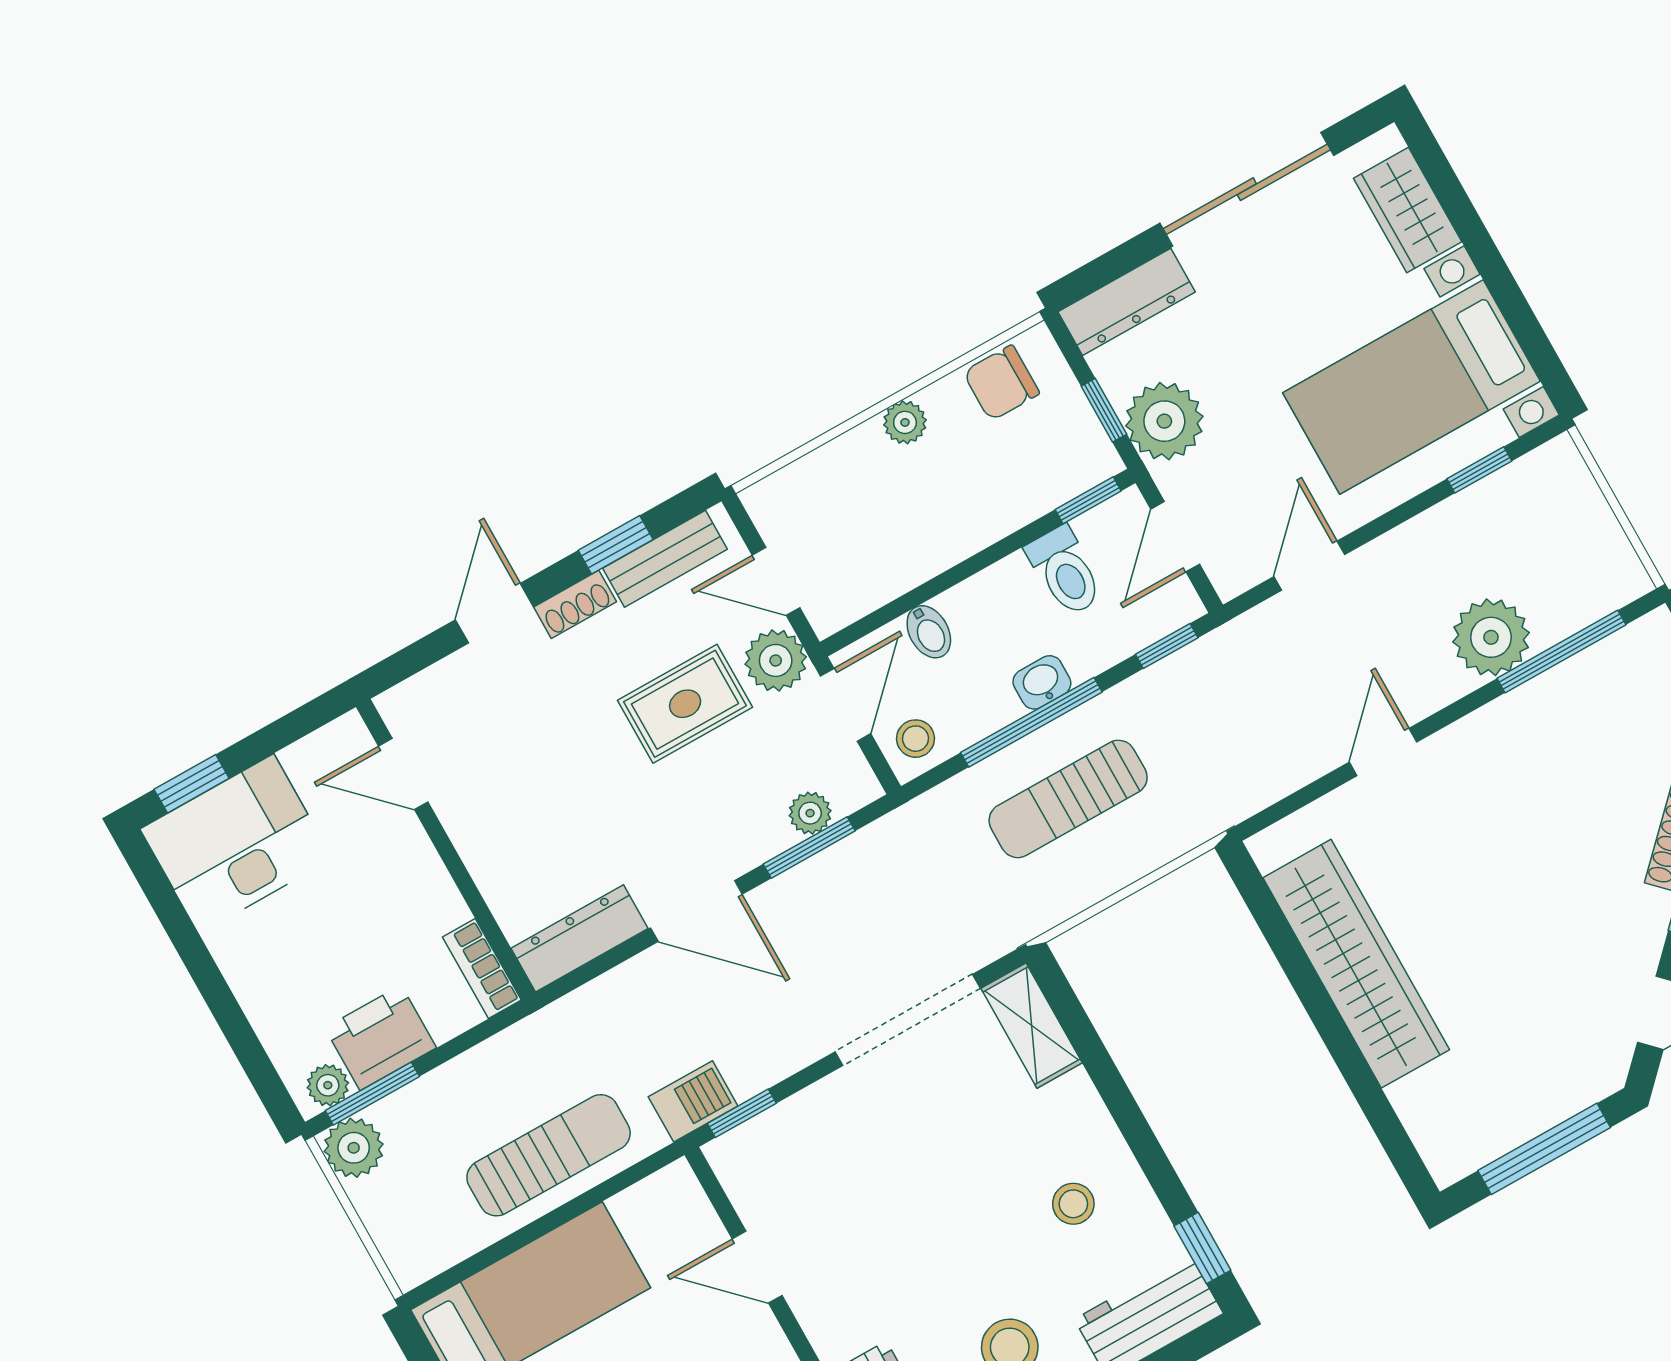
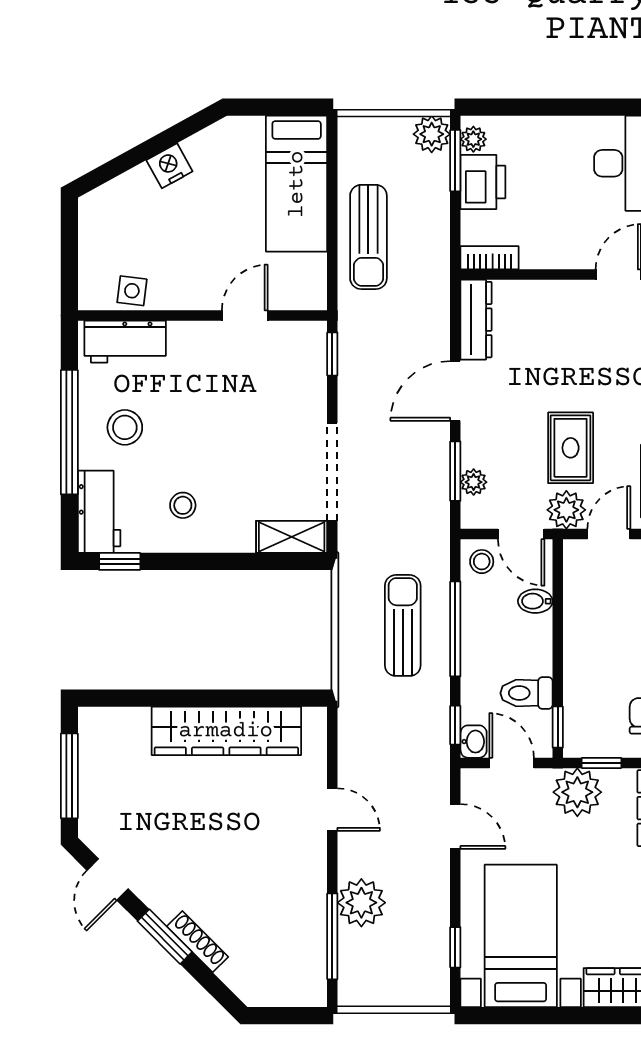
washbasin: (1042, 682) -> (474, 742), moved
barbecue: (693, 1101) -> (354, 331), removed

